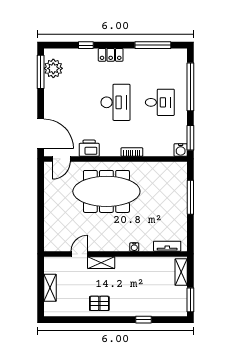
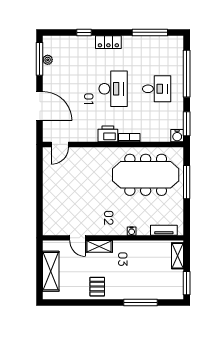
plant: (53, 68) -> (48, 60), width x0.53, depth x0.53
door: (41, 134) -> (40, 106), moved
printer: (89, 148) -> (108, 134), moved
meeting table: (106, 191) -> (146, 175), moved
door: (79, 254) -> (78, 238), swing flipped
shelving: (50, 288) -> (51, 271), width x1.50, depth x1.33
pallet: (99, 303) -> (97, 287), turned 90
window: (143, 320) -> (141, 302), width x2.17

